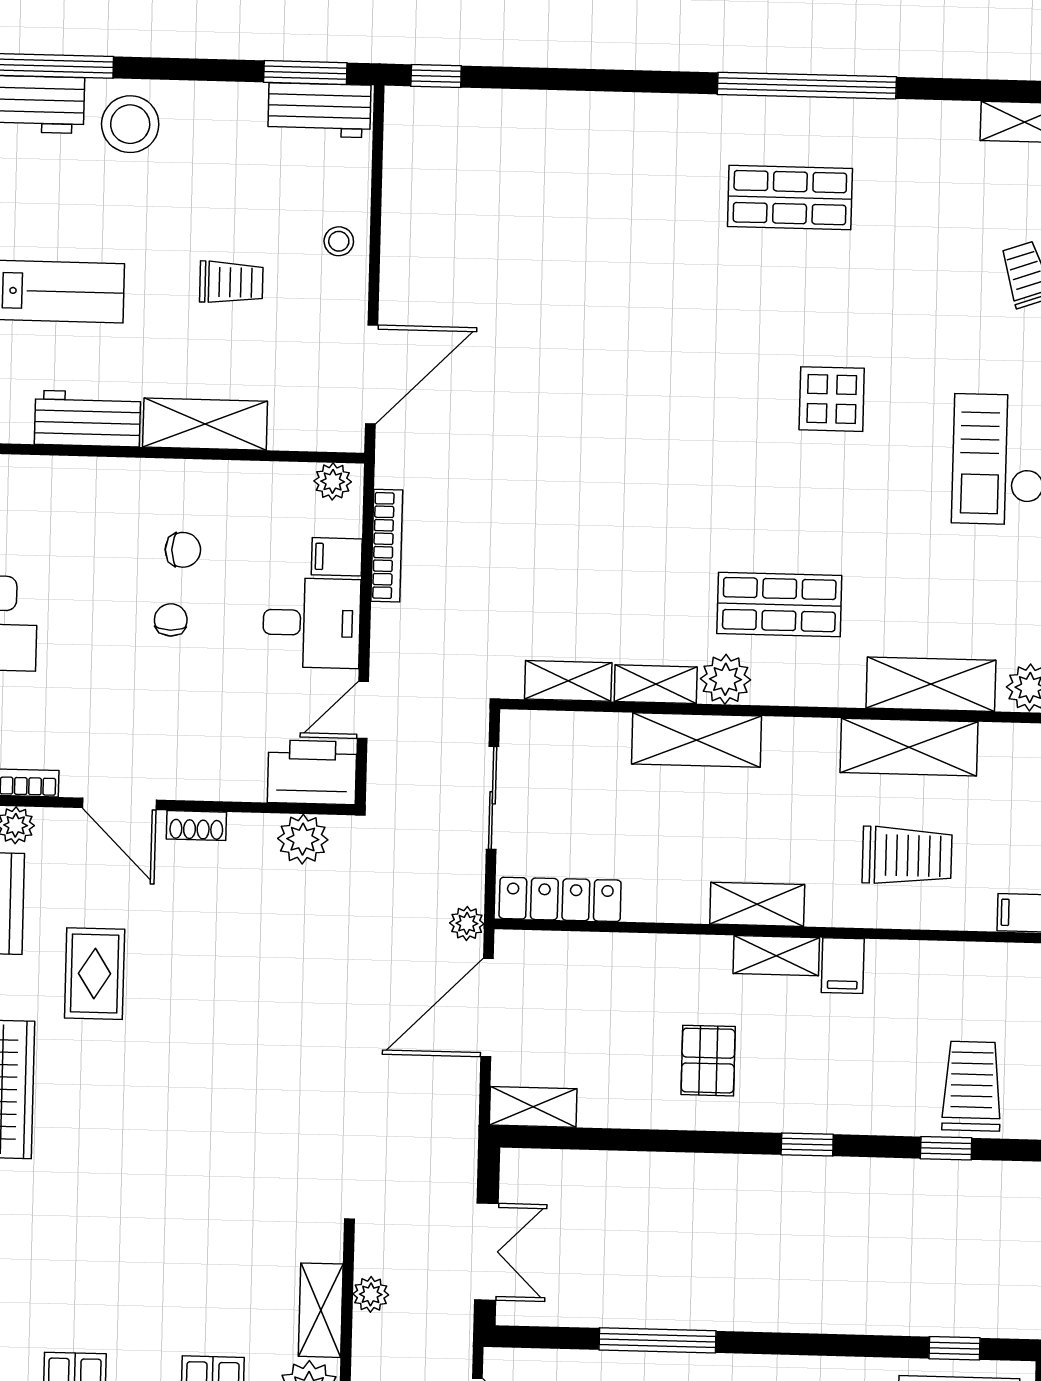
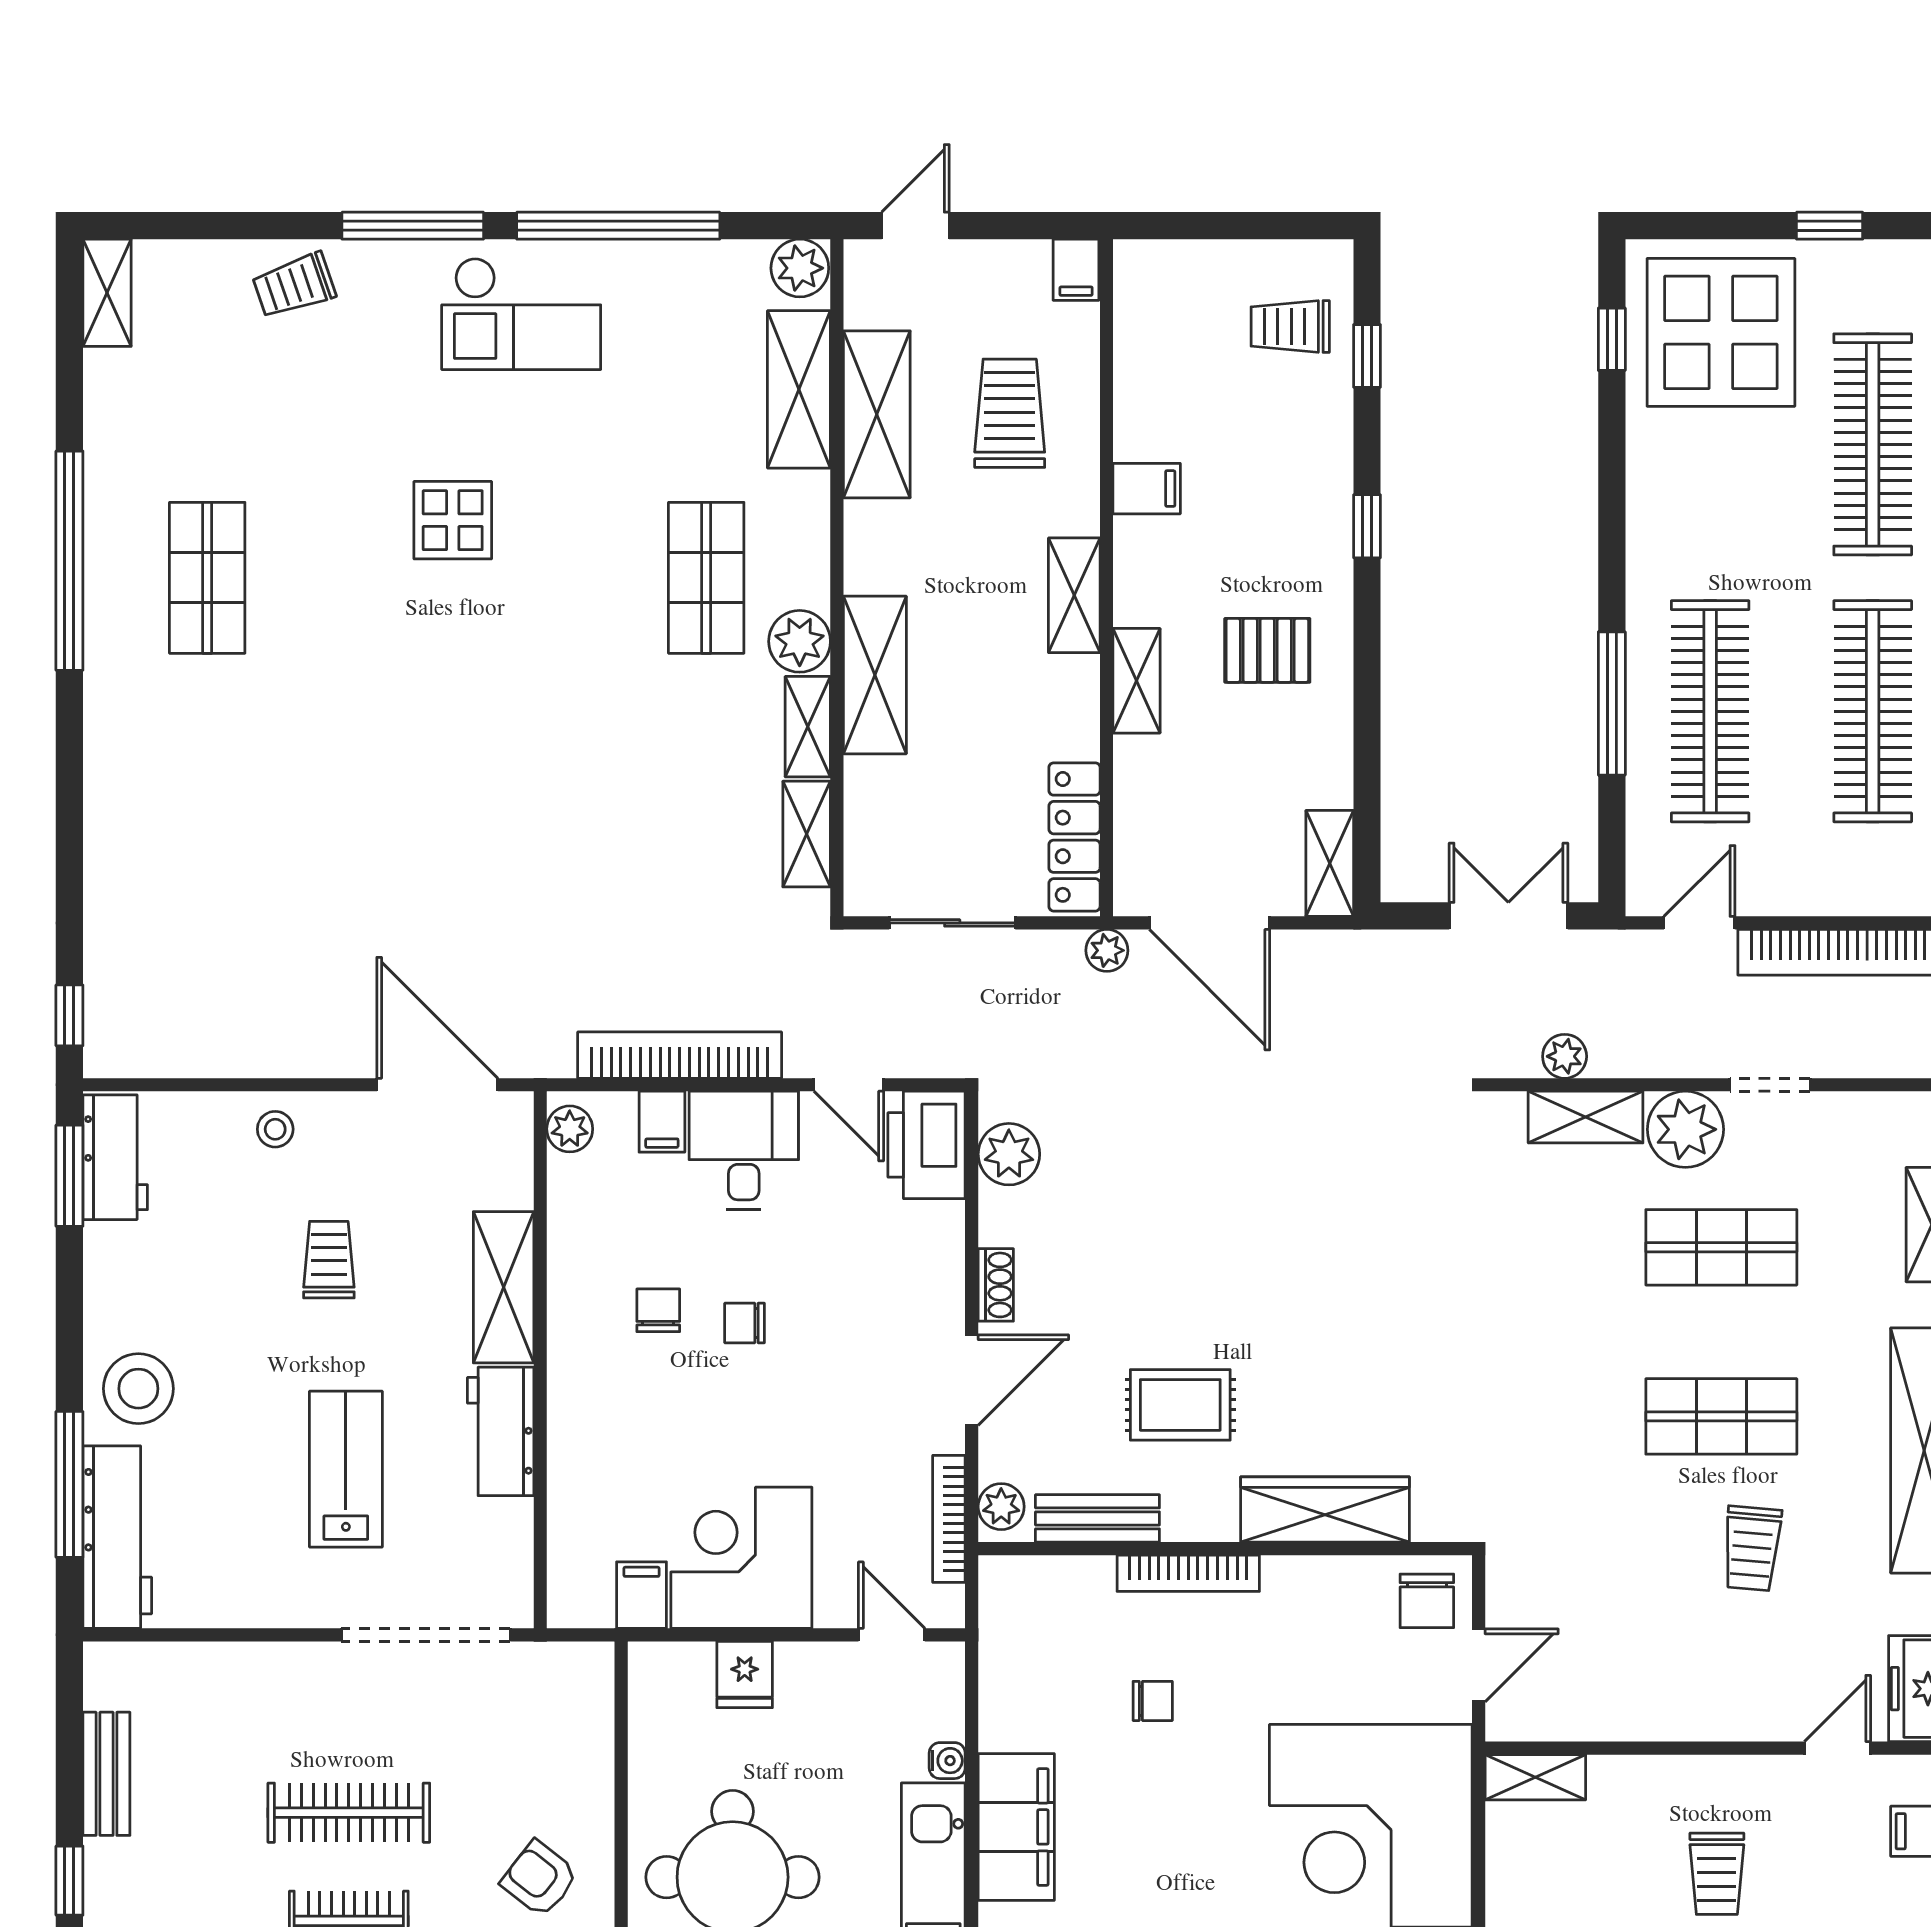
bookcase: (387, 546) -> (680, 1055), width x1.48, depth x1.31
shelving: (776, 956) -> (1137, 681), moved
trolley: (972, 1086) -> (1290, 326), width x0.73, depth x0.72

